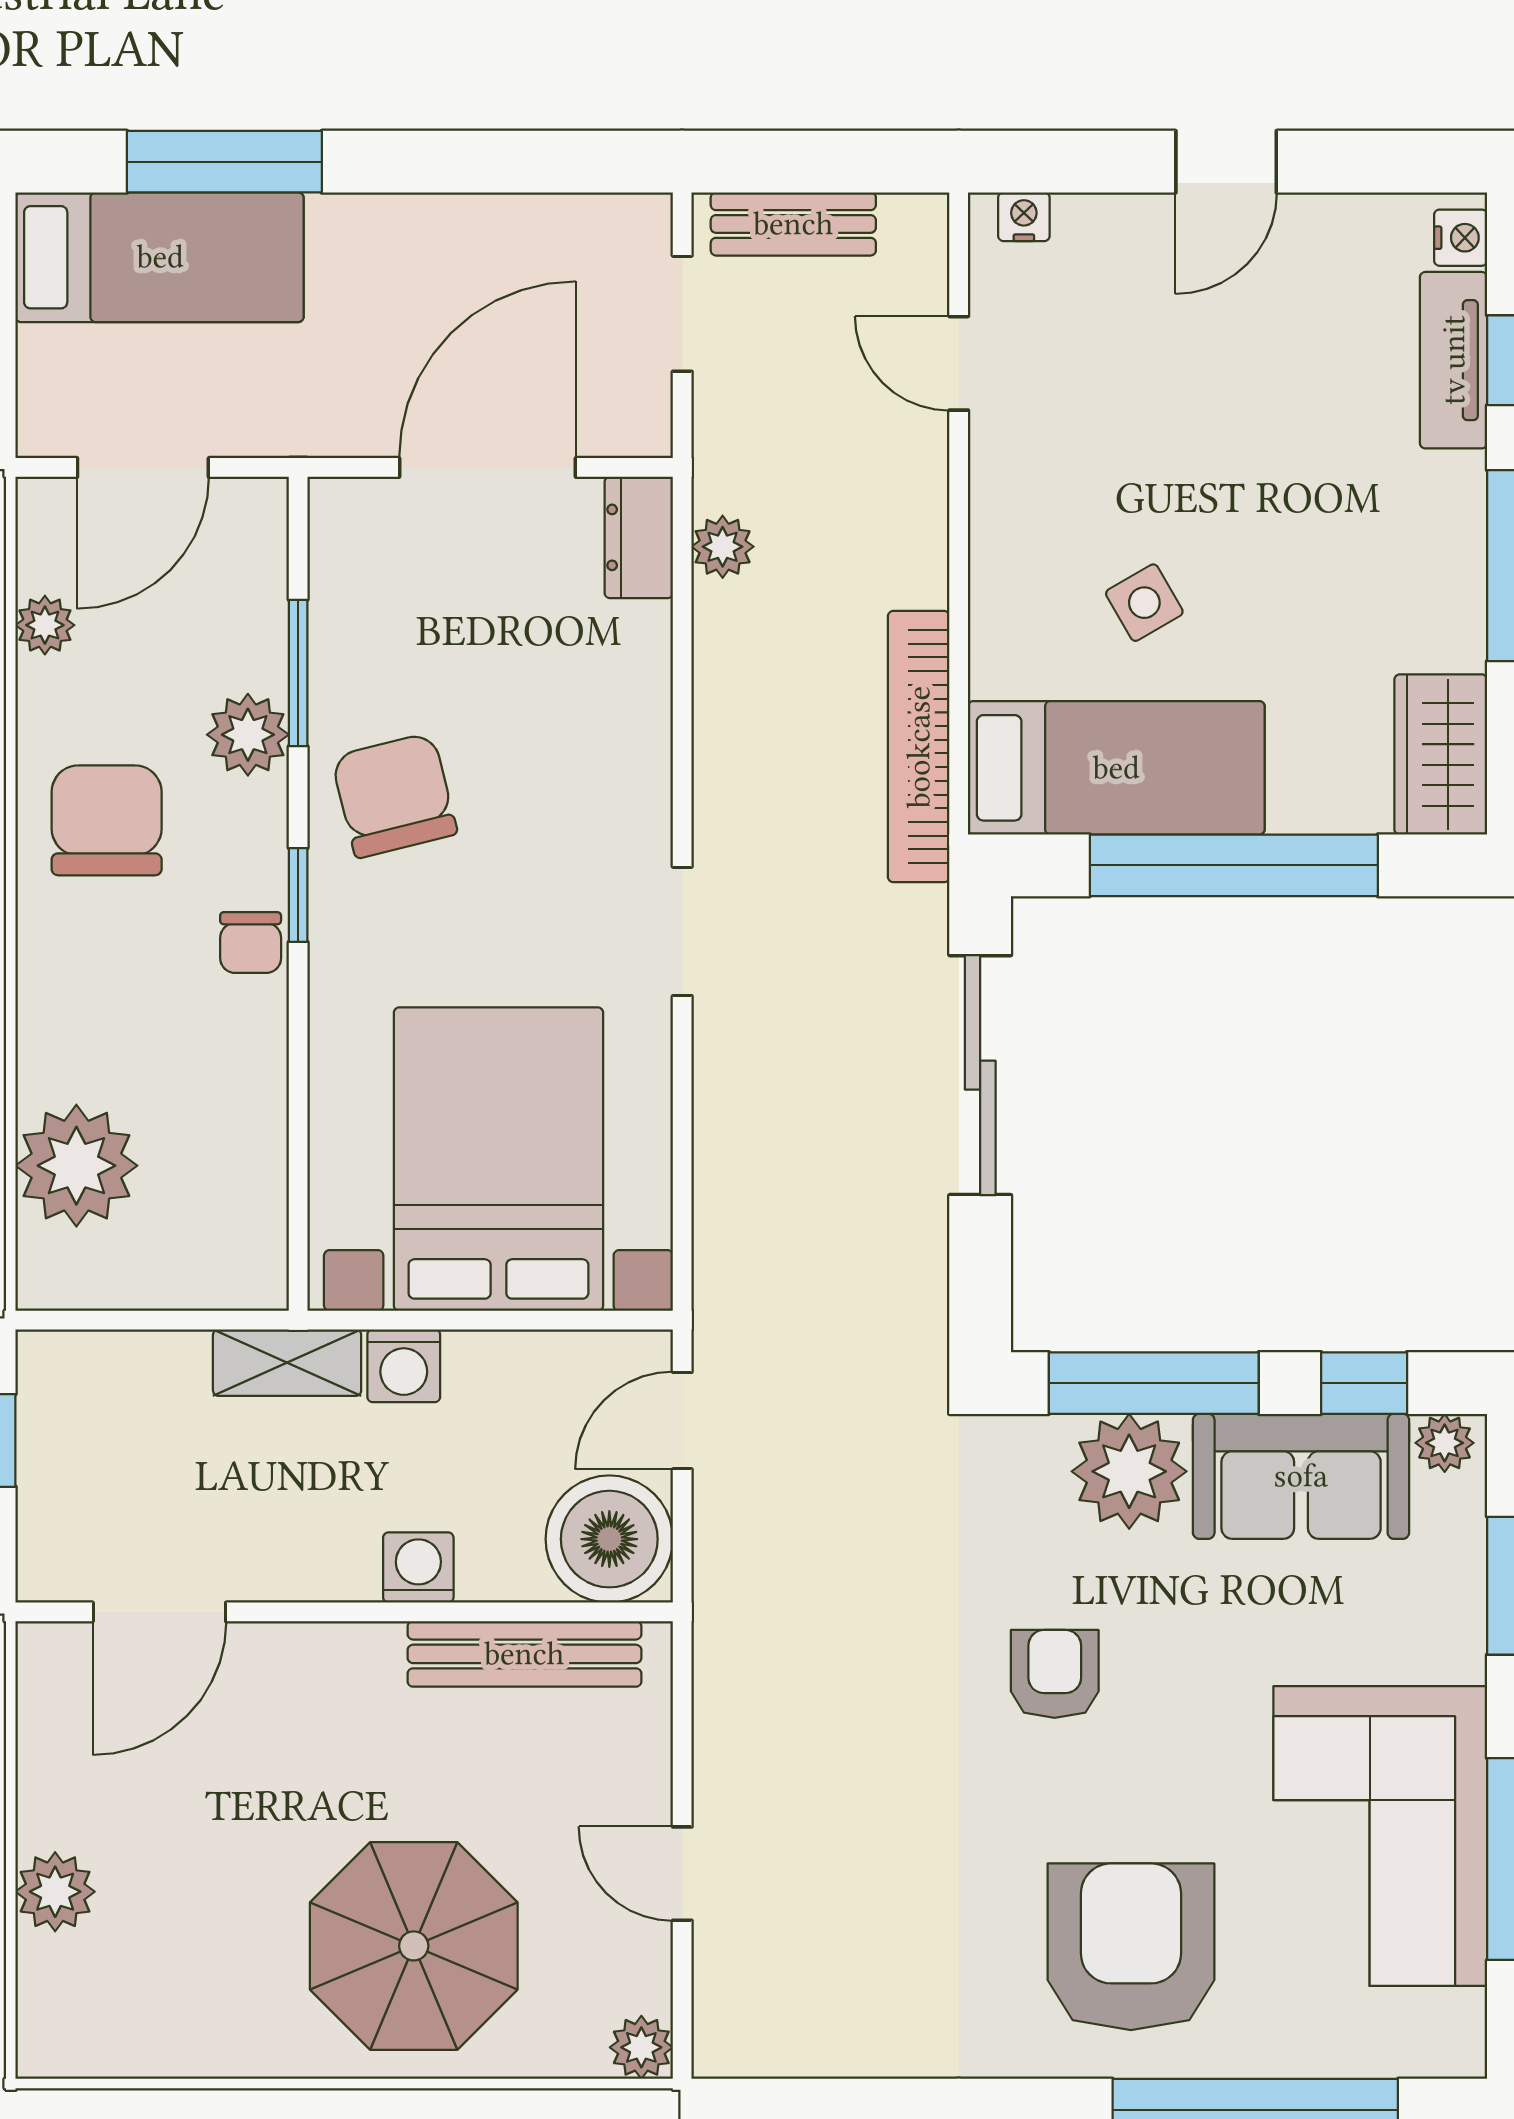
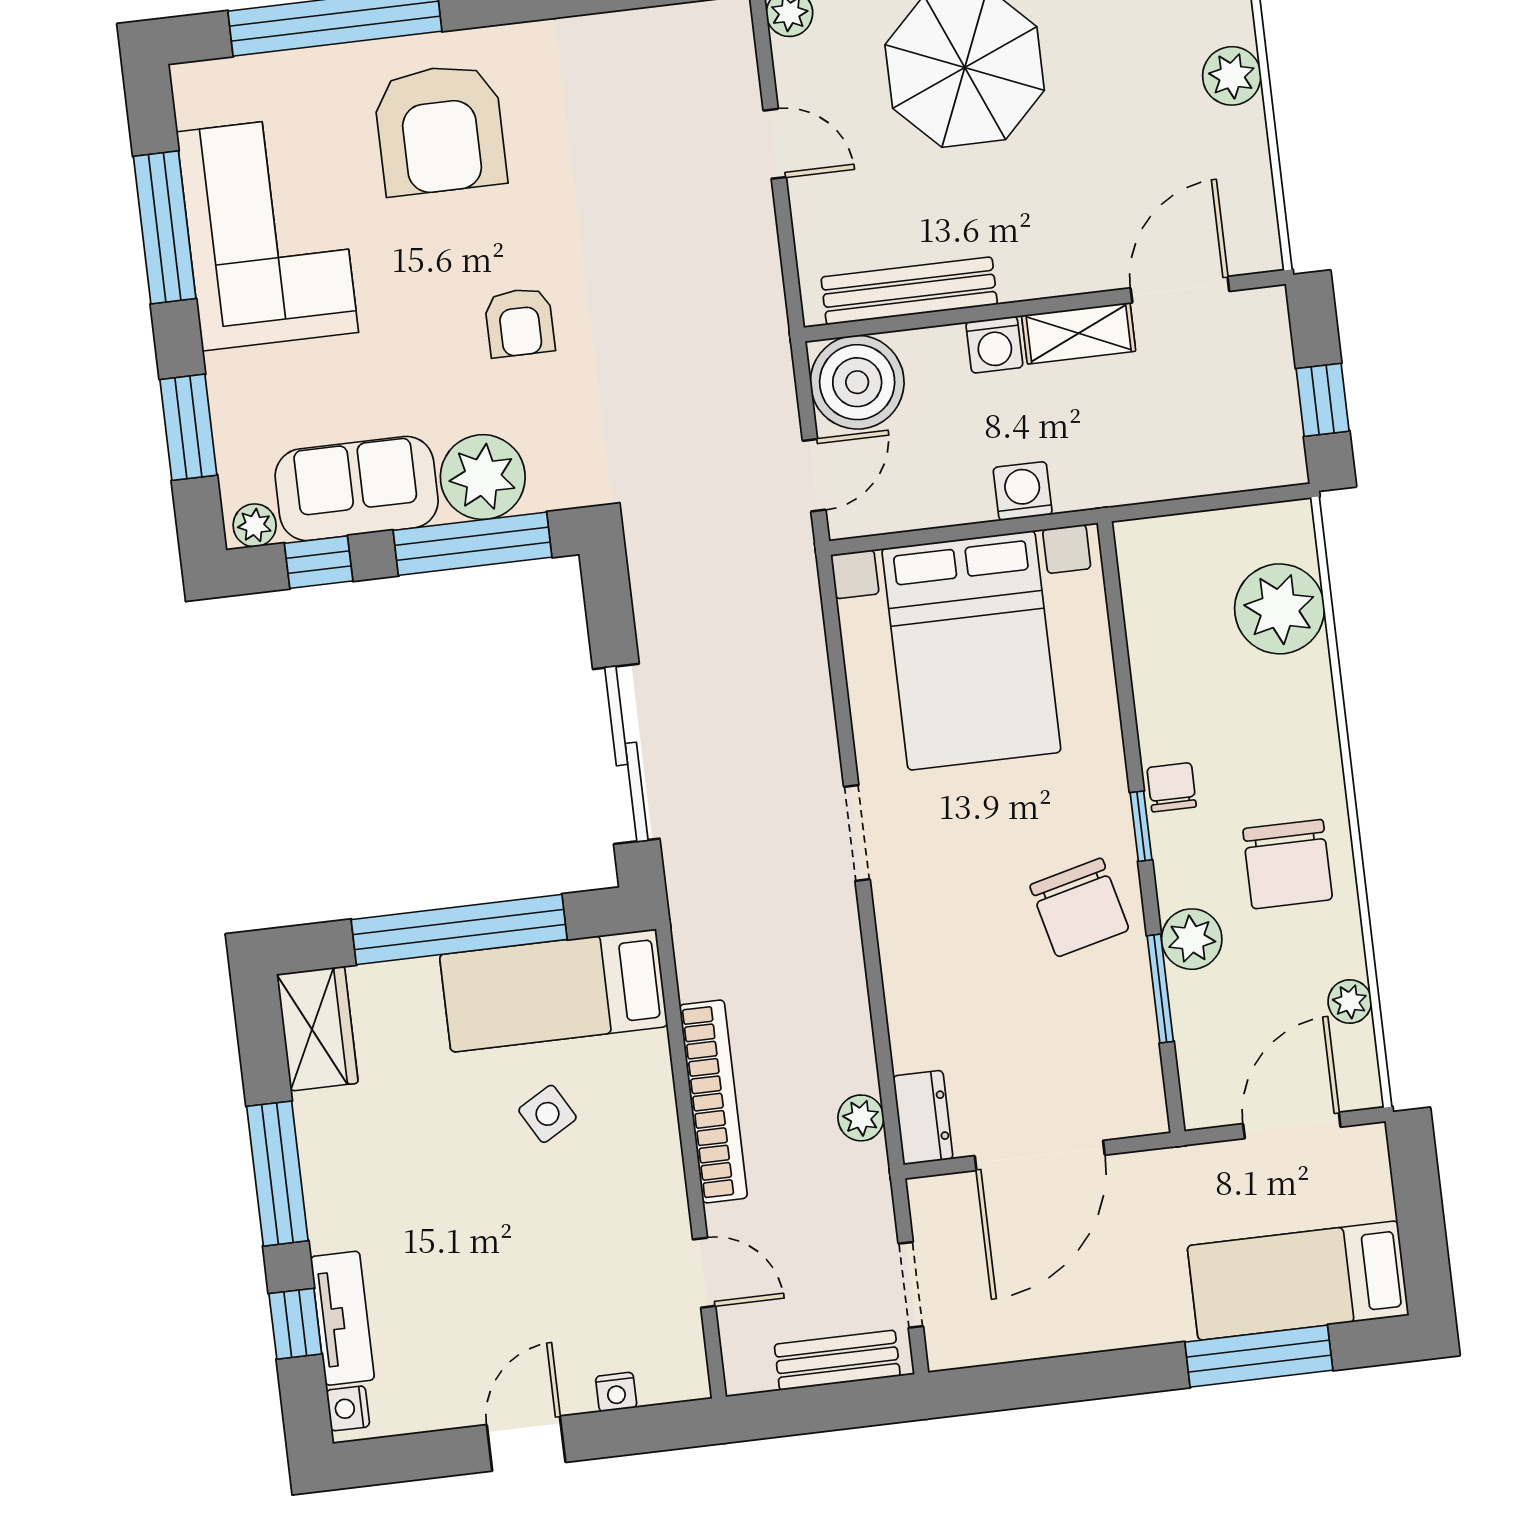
nightstand: (1024, 217) -> (616, 1392), moved
bookcase: (919, 747) -> (713, 1101), moved
shelving: (287, 1363) -> (1079, 333), moved

